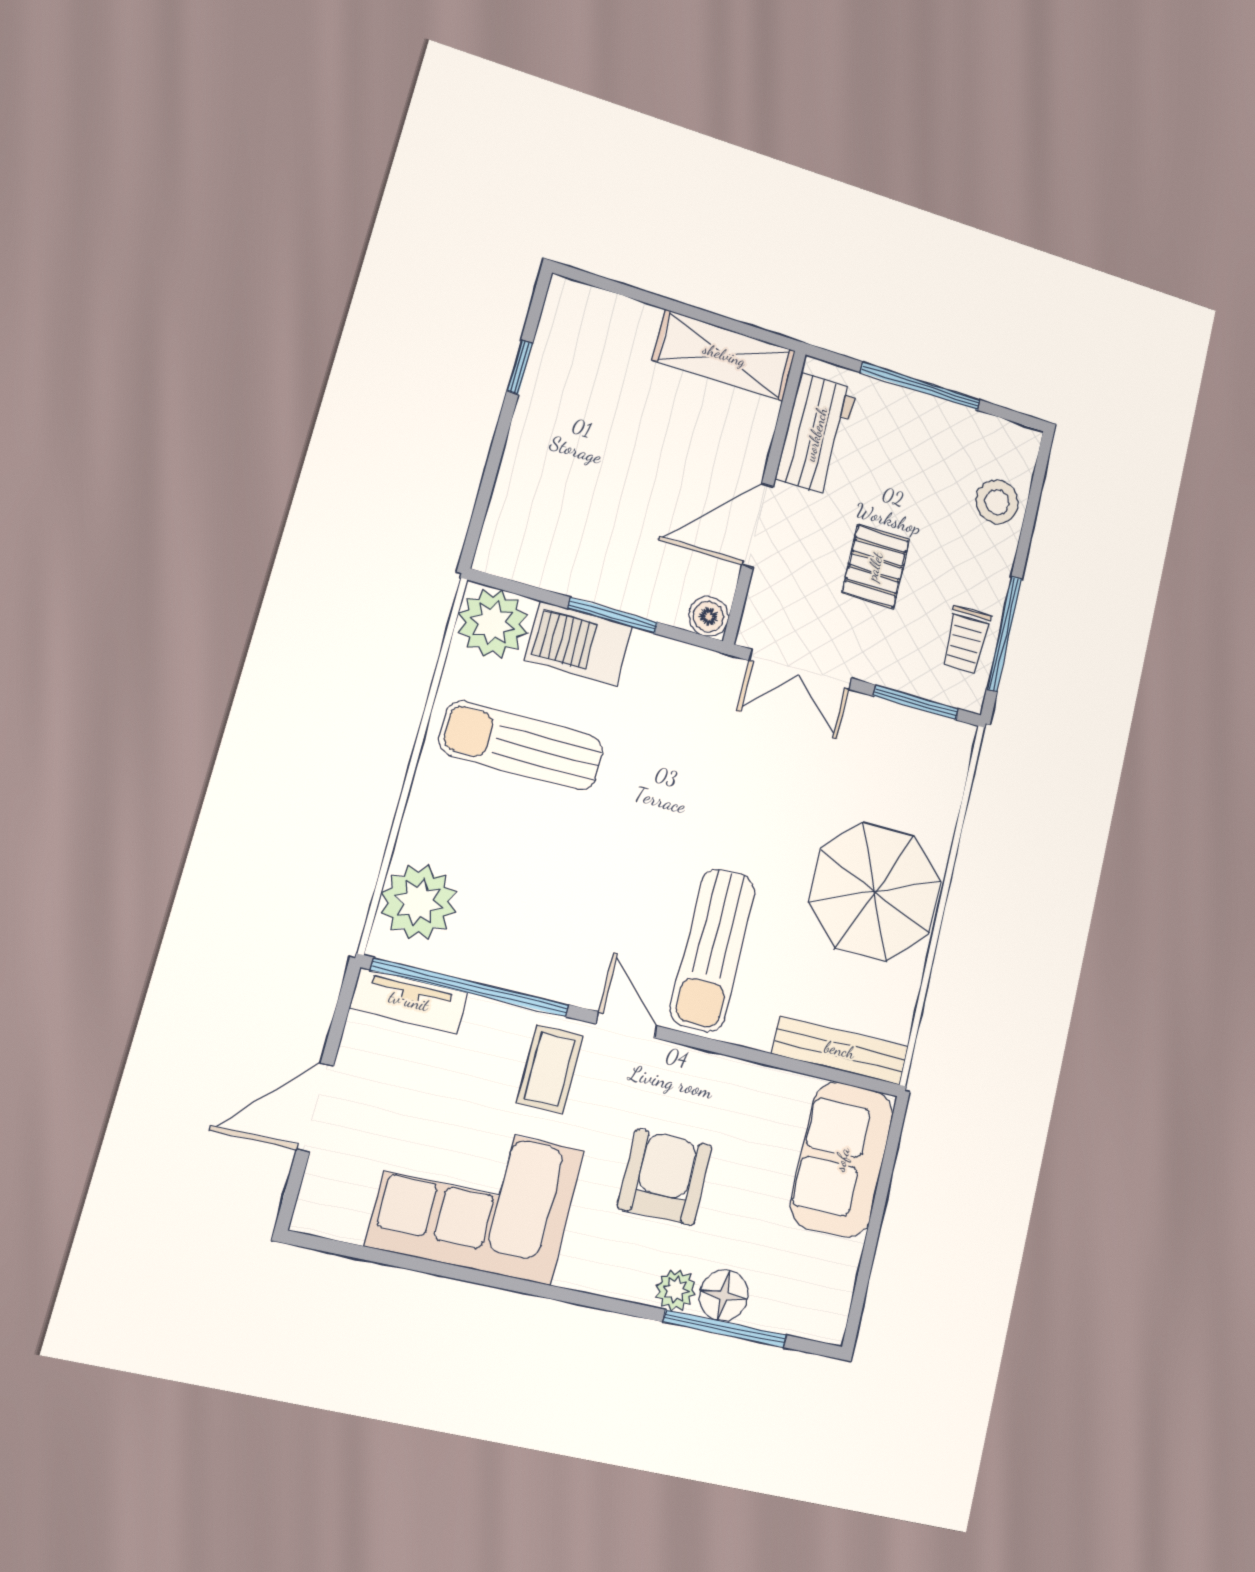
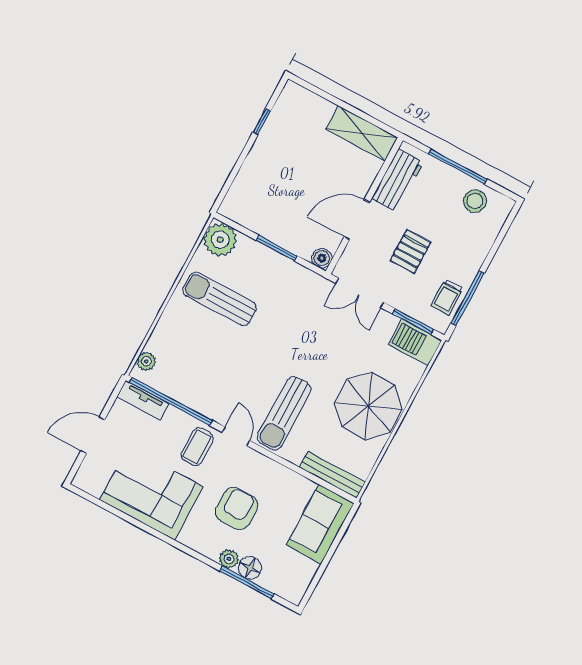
stool: (997, 502) -> (475, 201), moved
barbecue: (579, 643) -> (415, 342), moved
plant: (419, 902) -> (146, 361), width x0.53, depth x0.53

